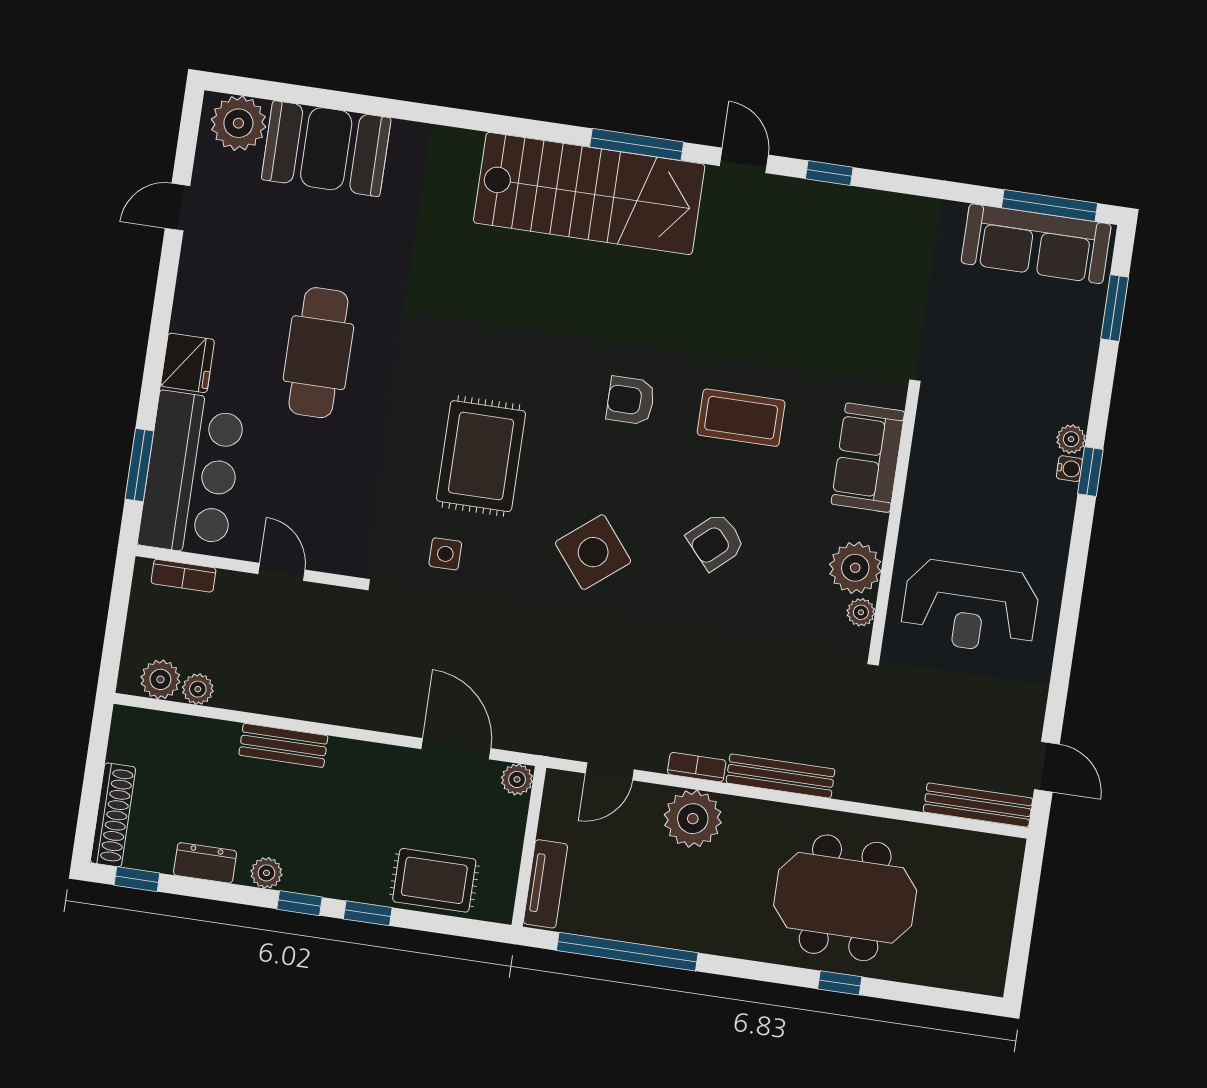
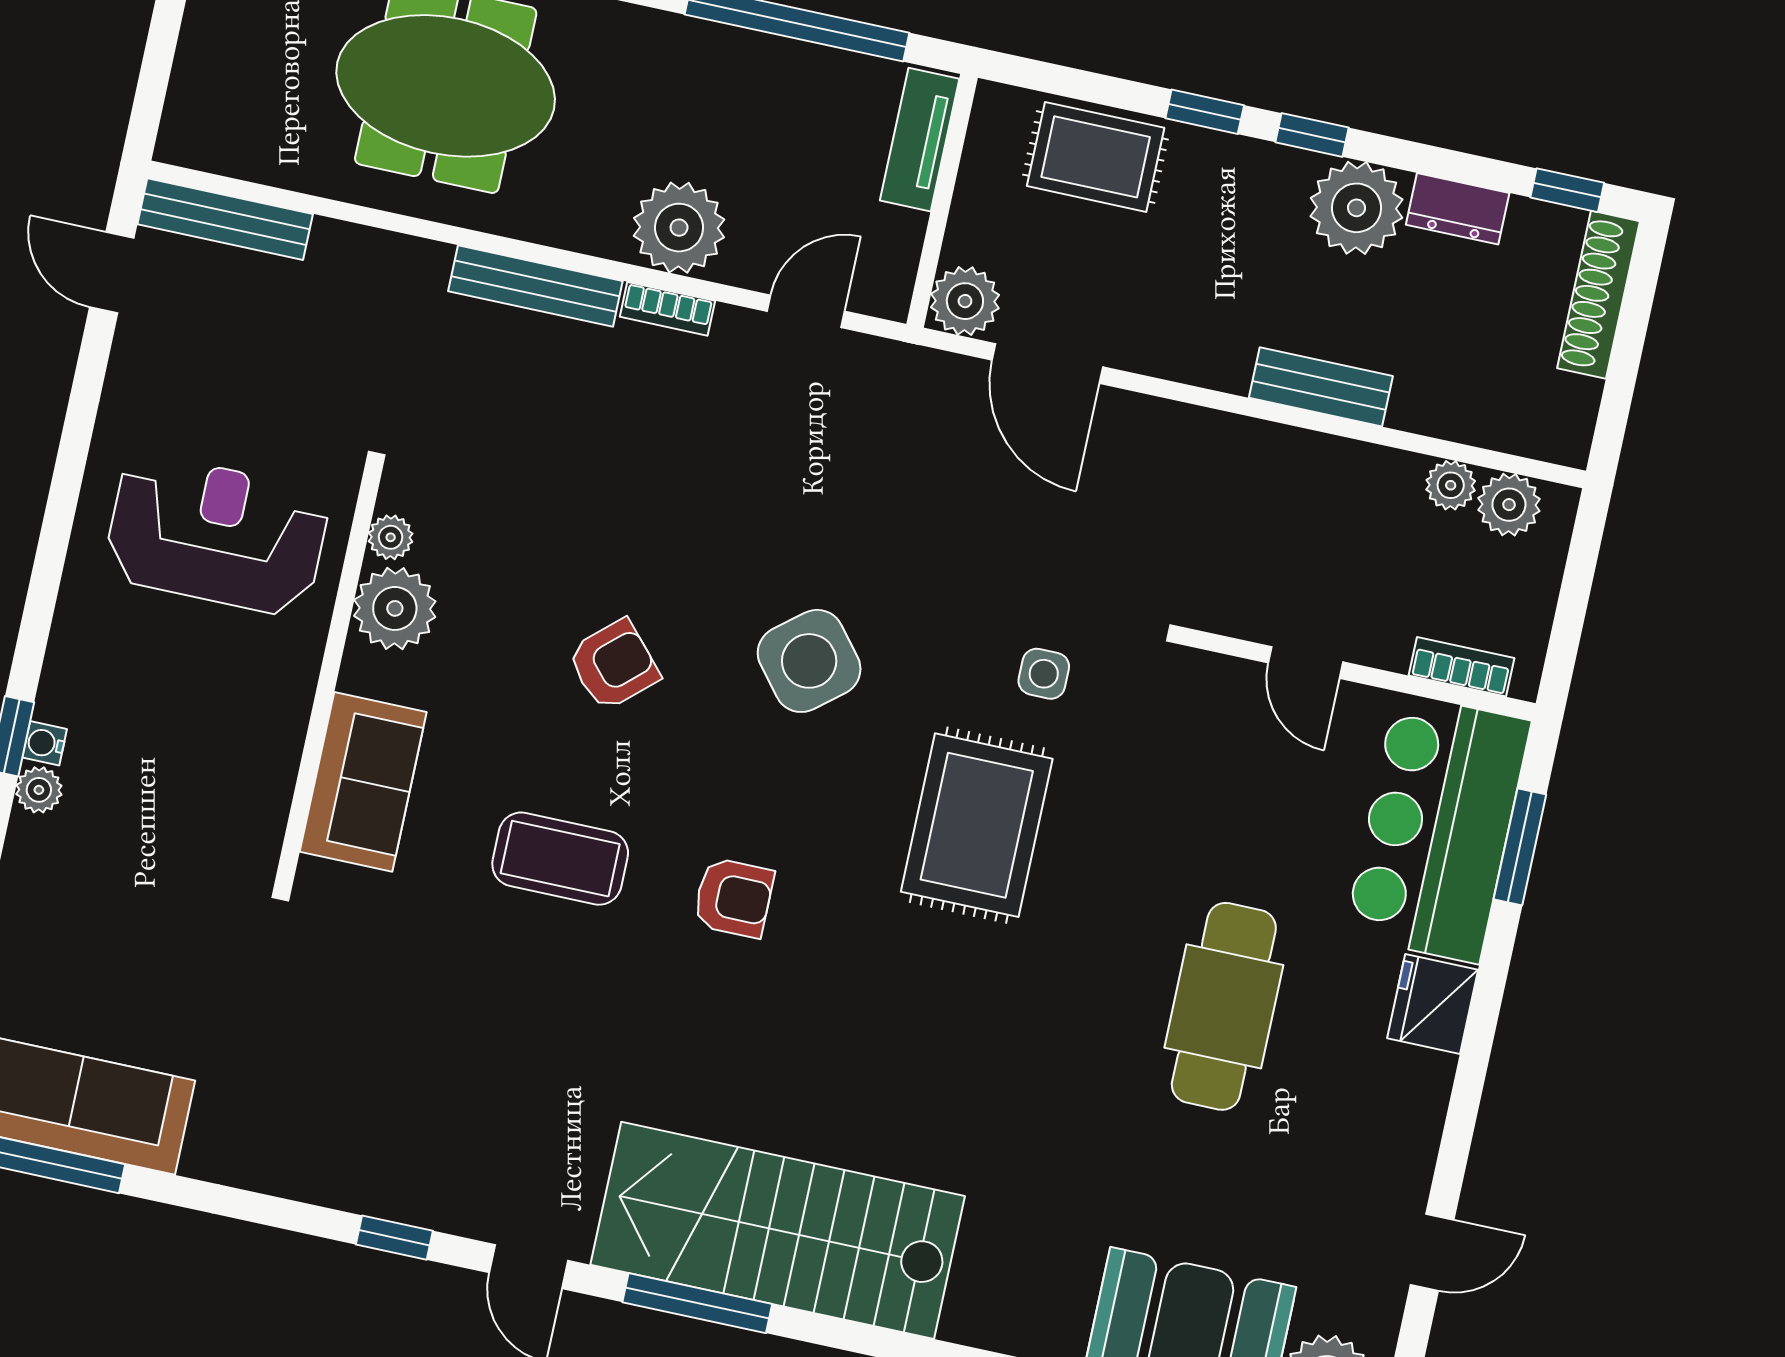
plant: (517, 779) -> (965, 301), width x1.38, depth x1.38
plant: (266, 873) -> (1356, 208), width x1.87, depth x1.87

